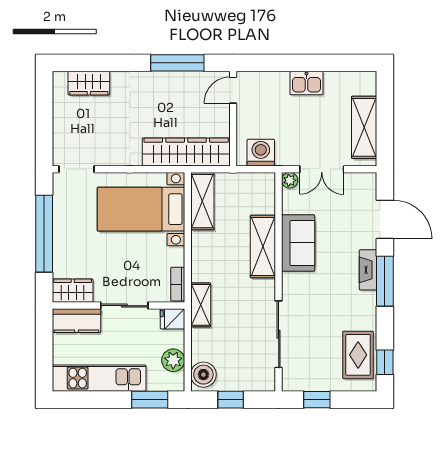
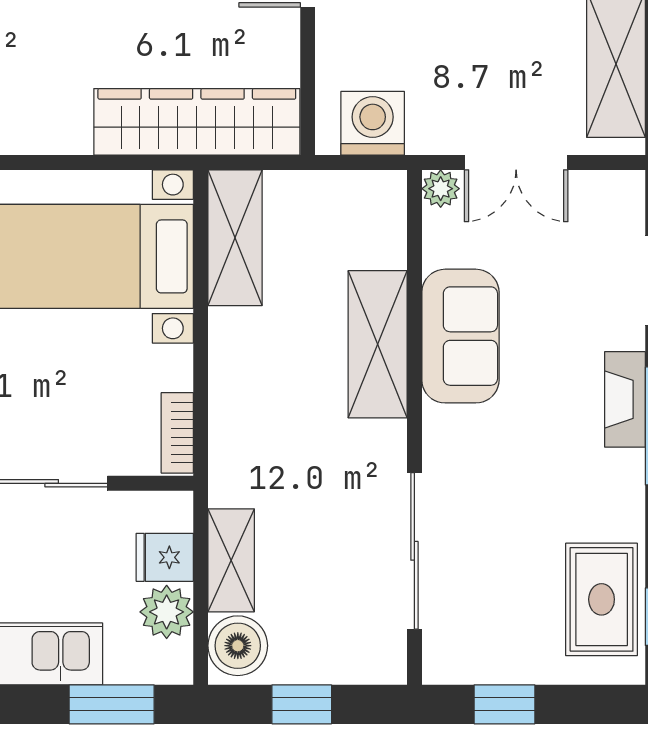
shelving: (201, 305) -> (231, 560), moved
fridge: (172, 319) -> (165, 557), moved

